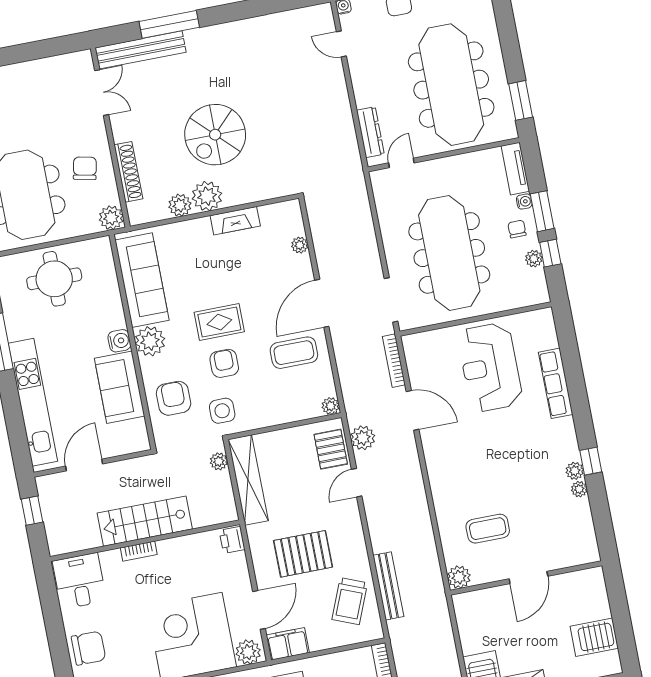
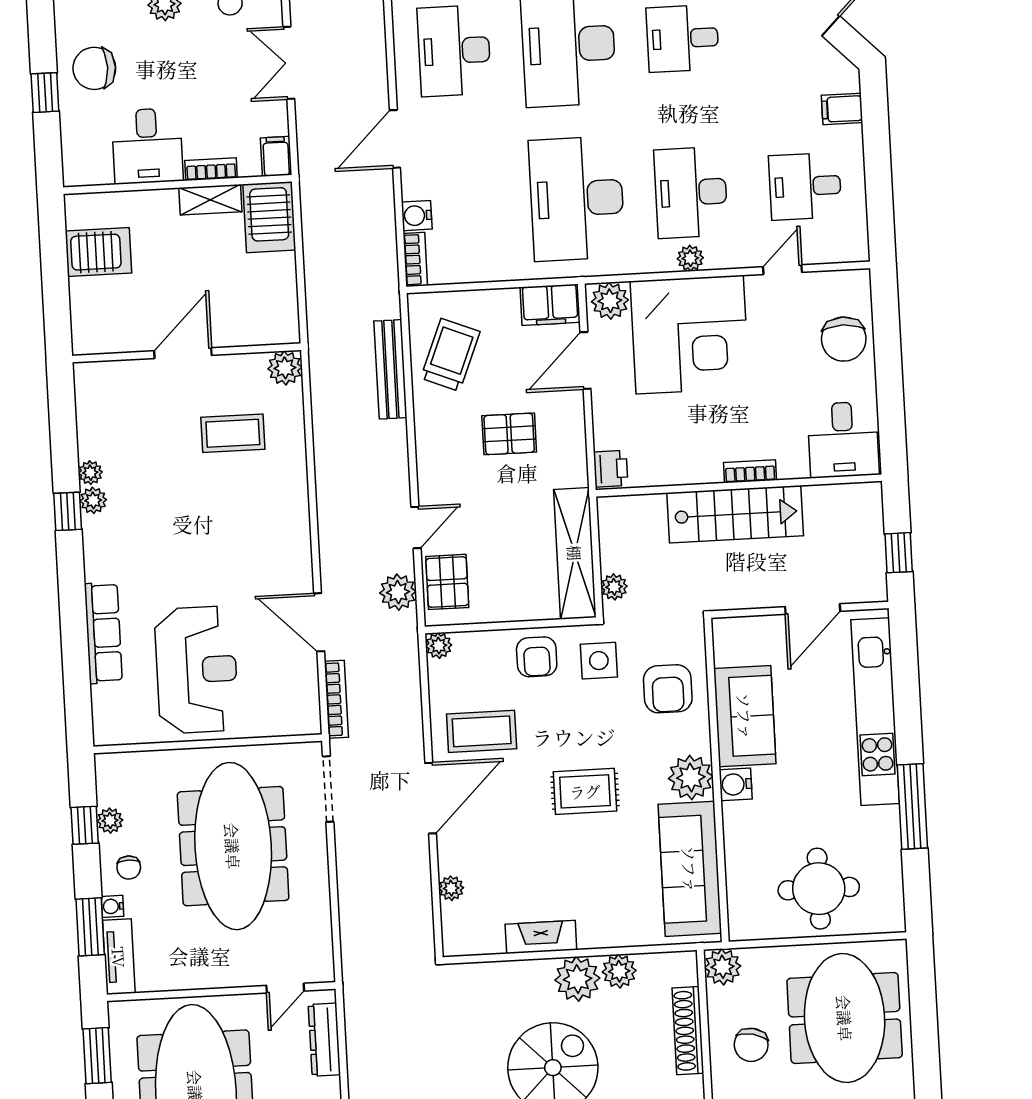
window: (542, 211) -> (90, 927), moved
armchair: (224, 363) -> (537, 657), moved
pallet: (303, 554) -> (509, 434), width x0.67, depth x0.71
chair: (88, 648) -> (844, 339), turned -90

